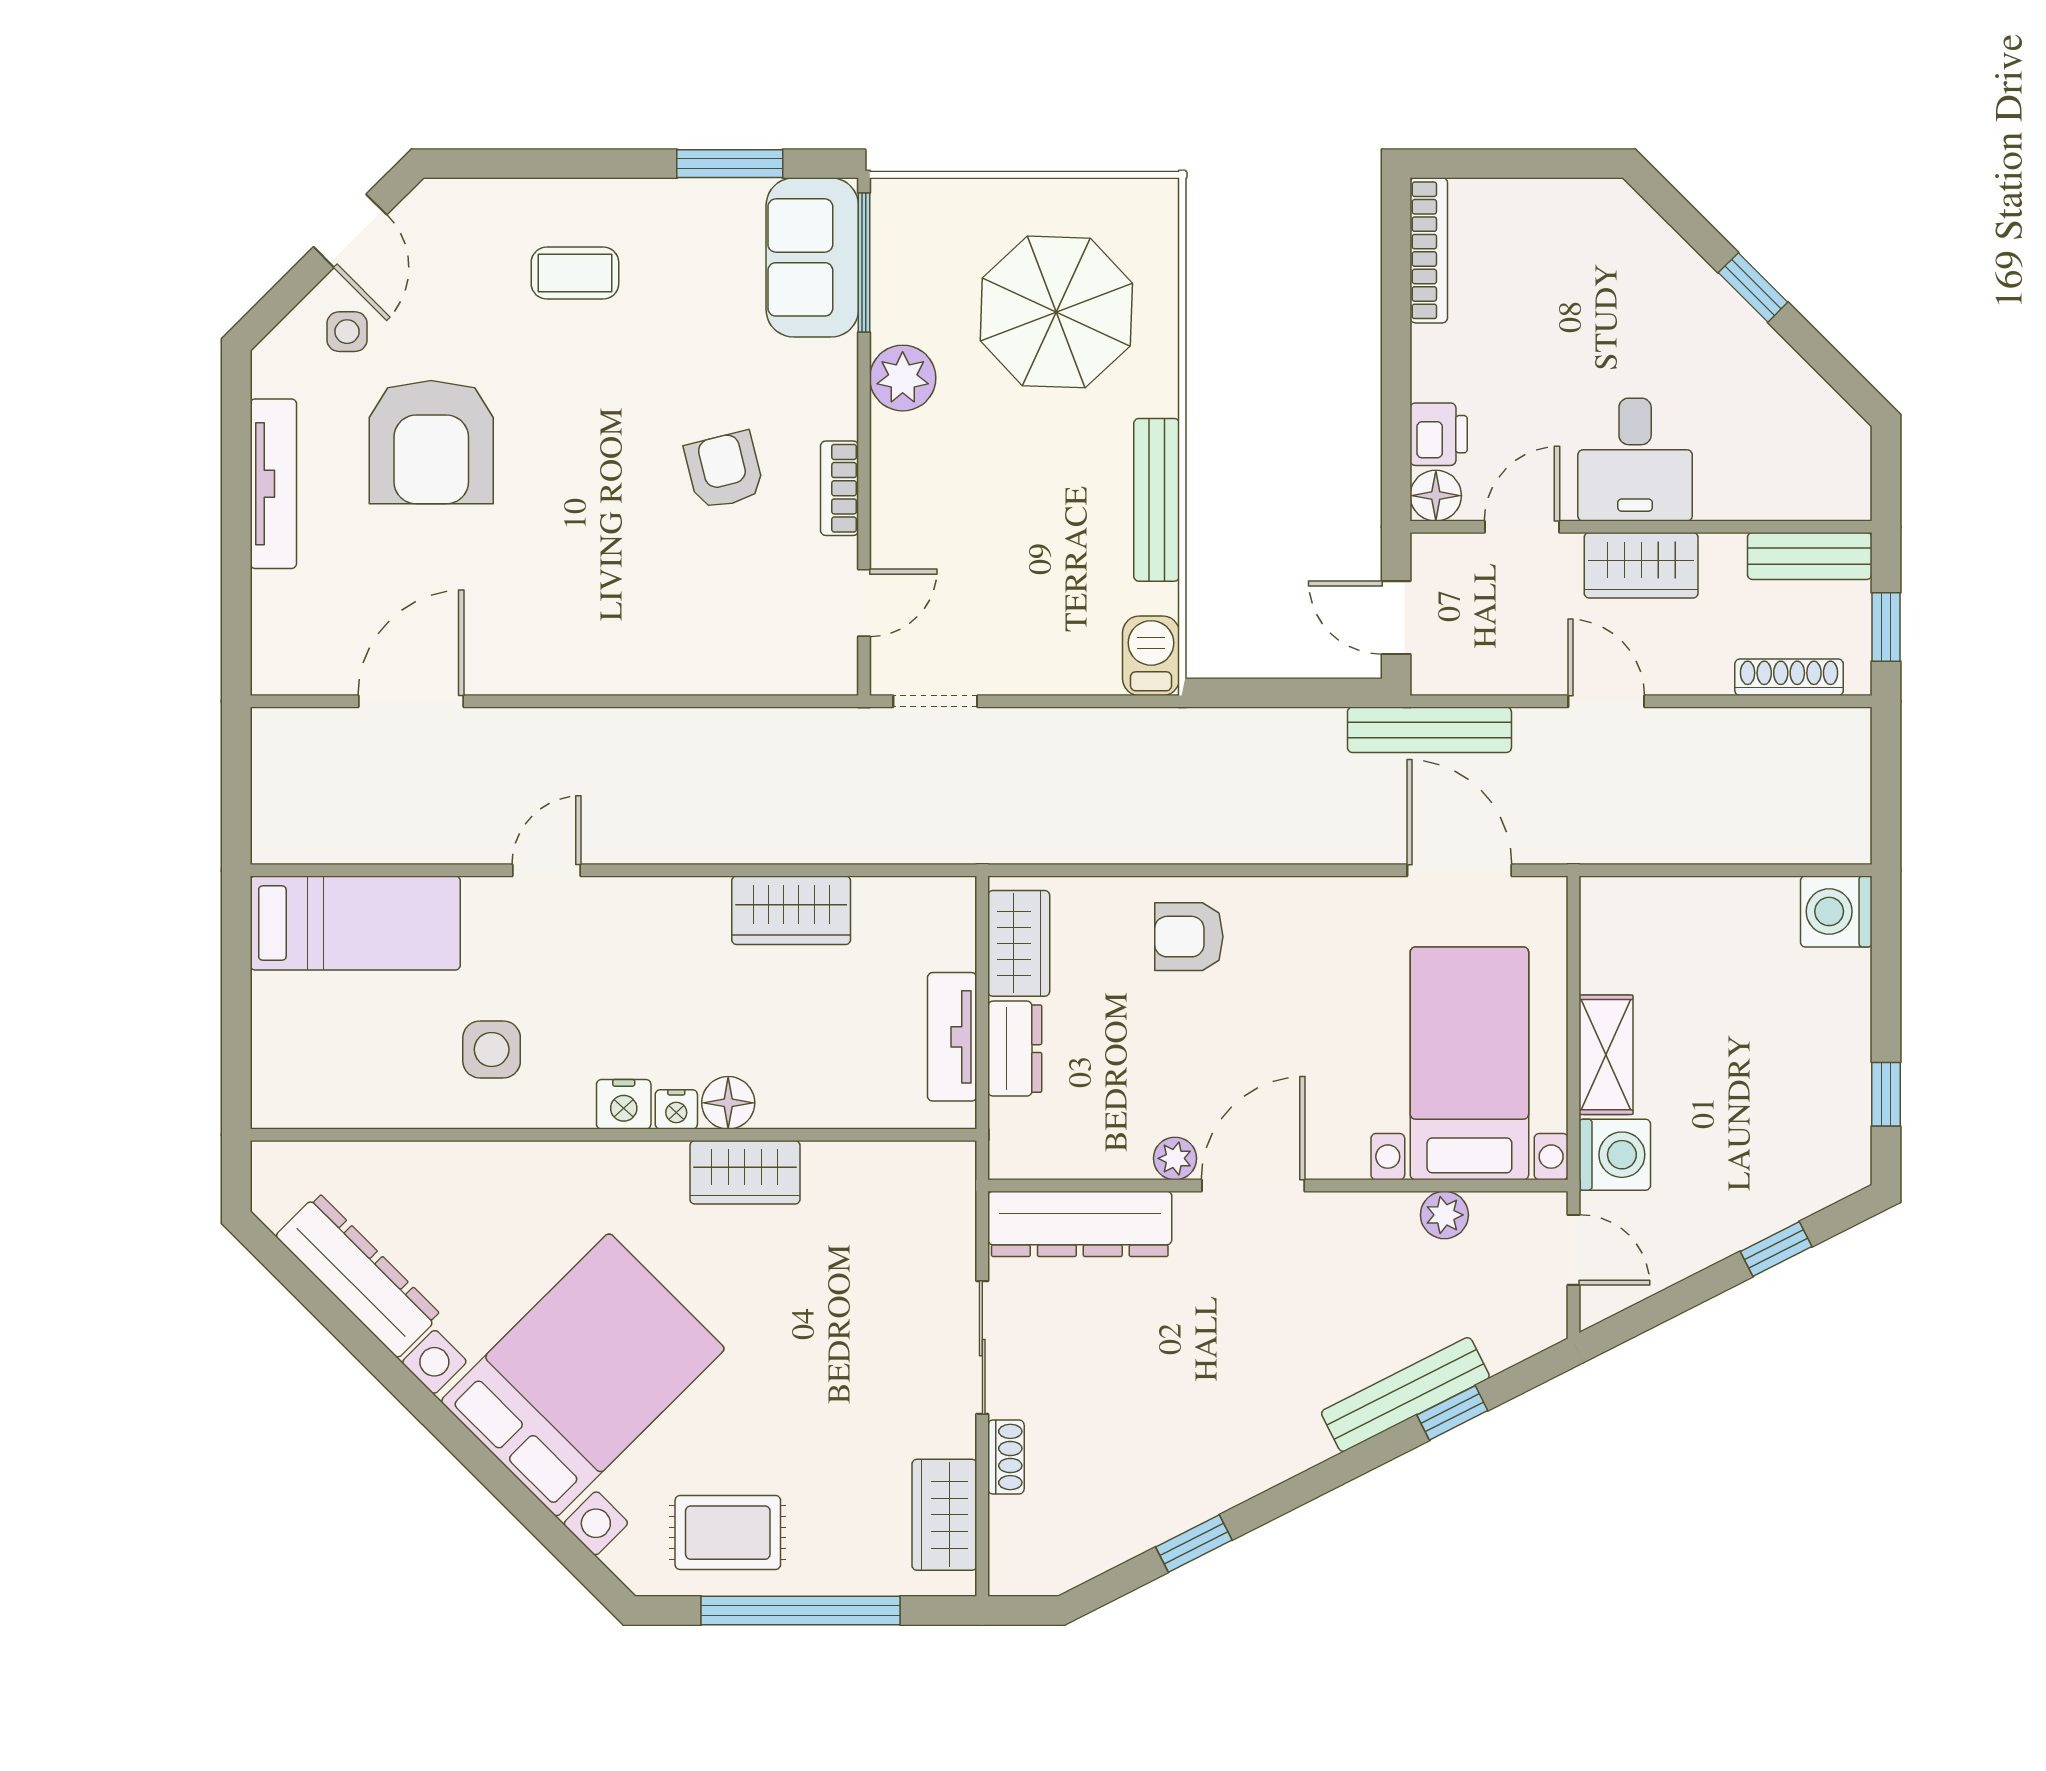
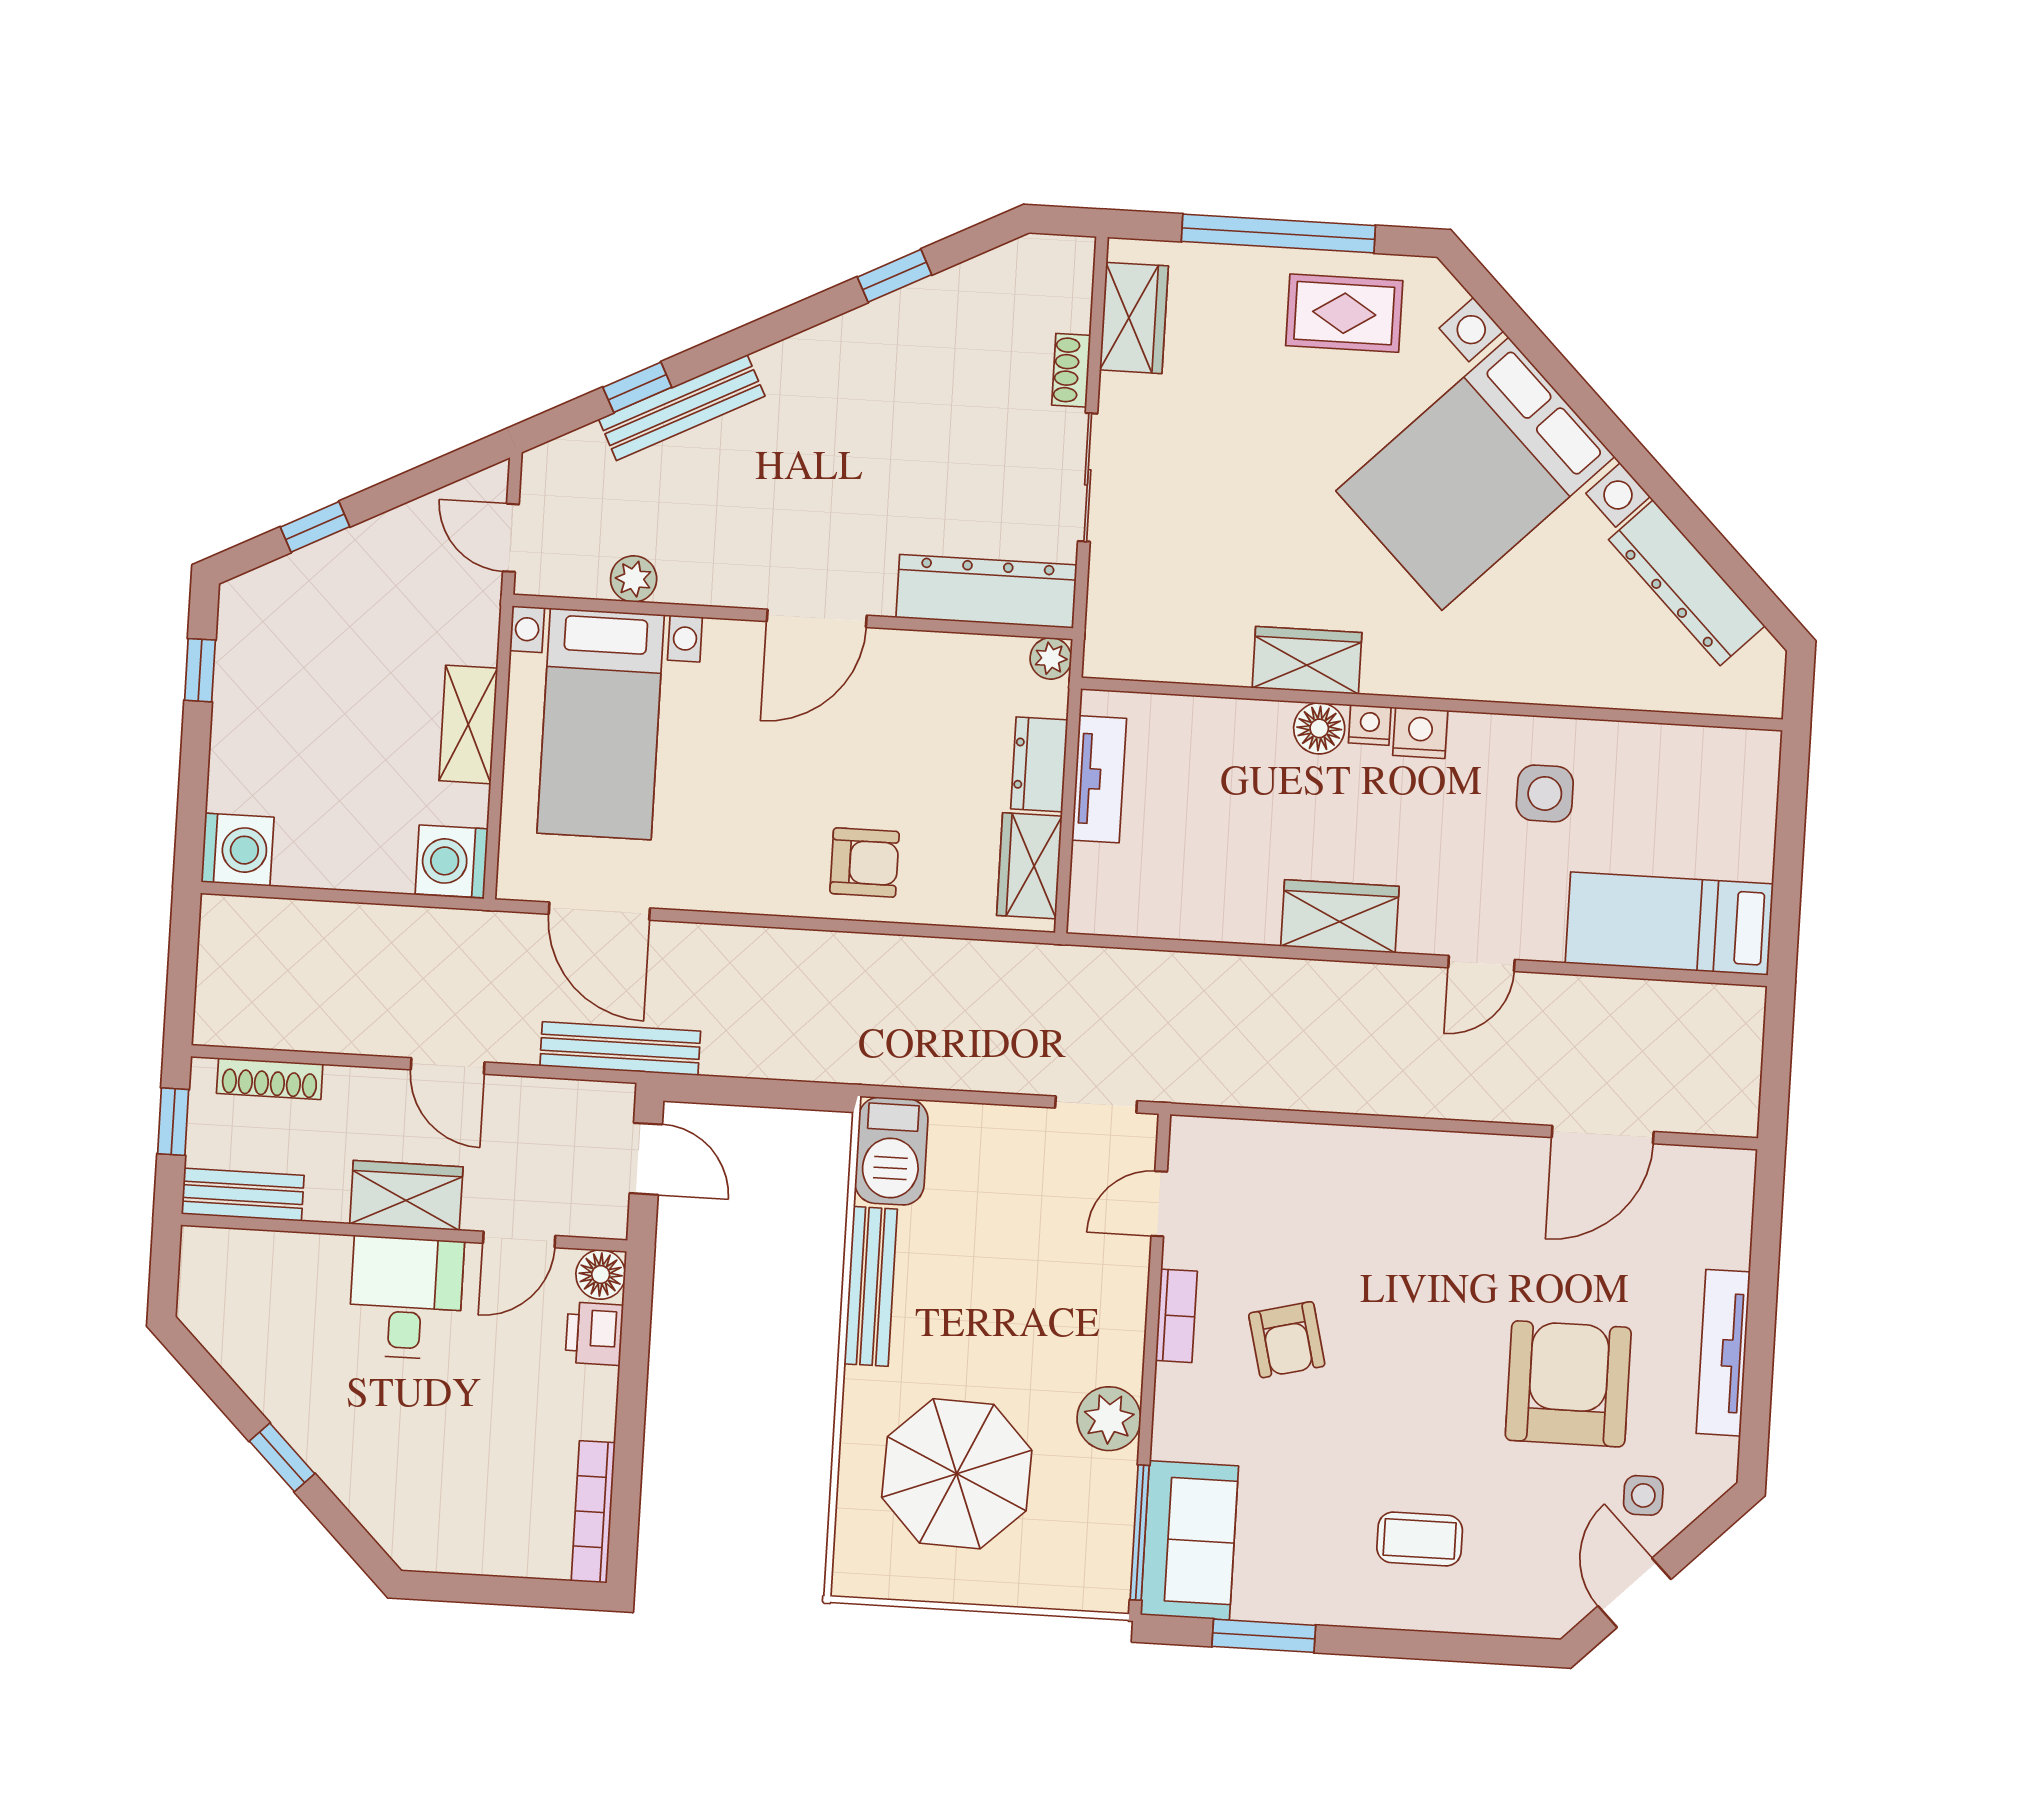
barbecue: (1151, 656) -> (891, 1151), width x1.38, depth x1.27
wardrobe: (791, 910) -> (1340, 916), moved
washing machine: (1615, 1155) -> (452, 861), moved
plant: (1175, 1158) -> (1051, 658), moved

